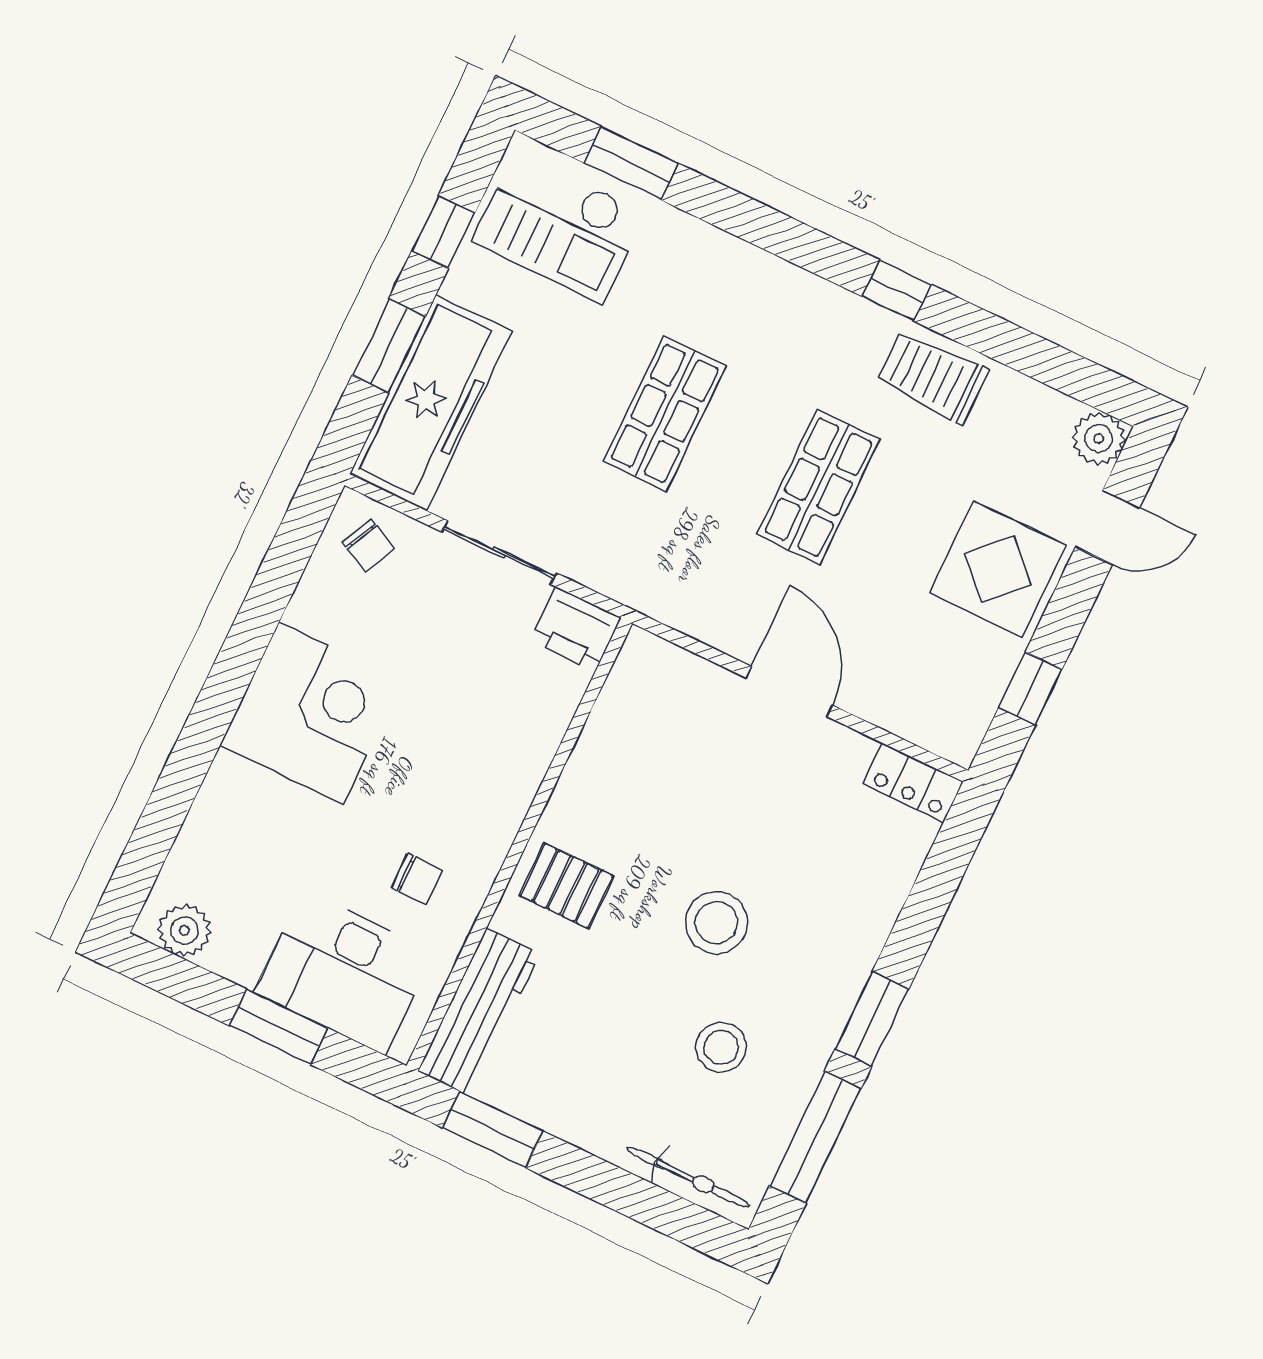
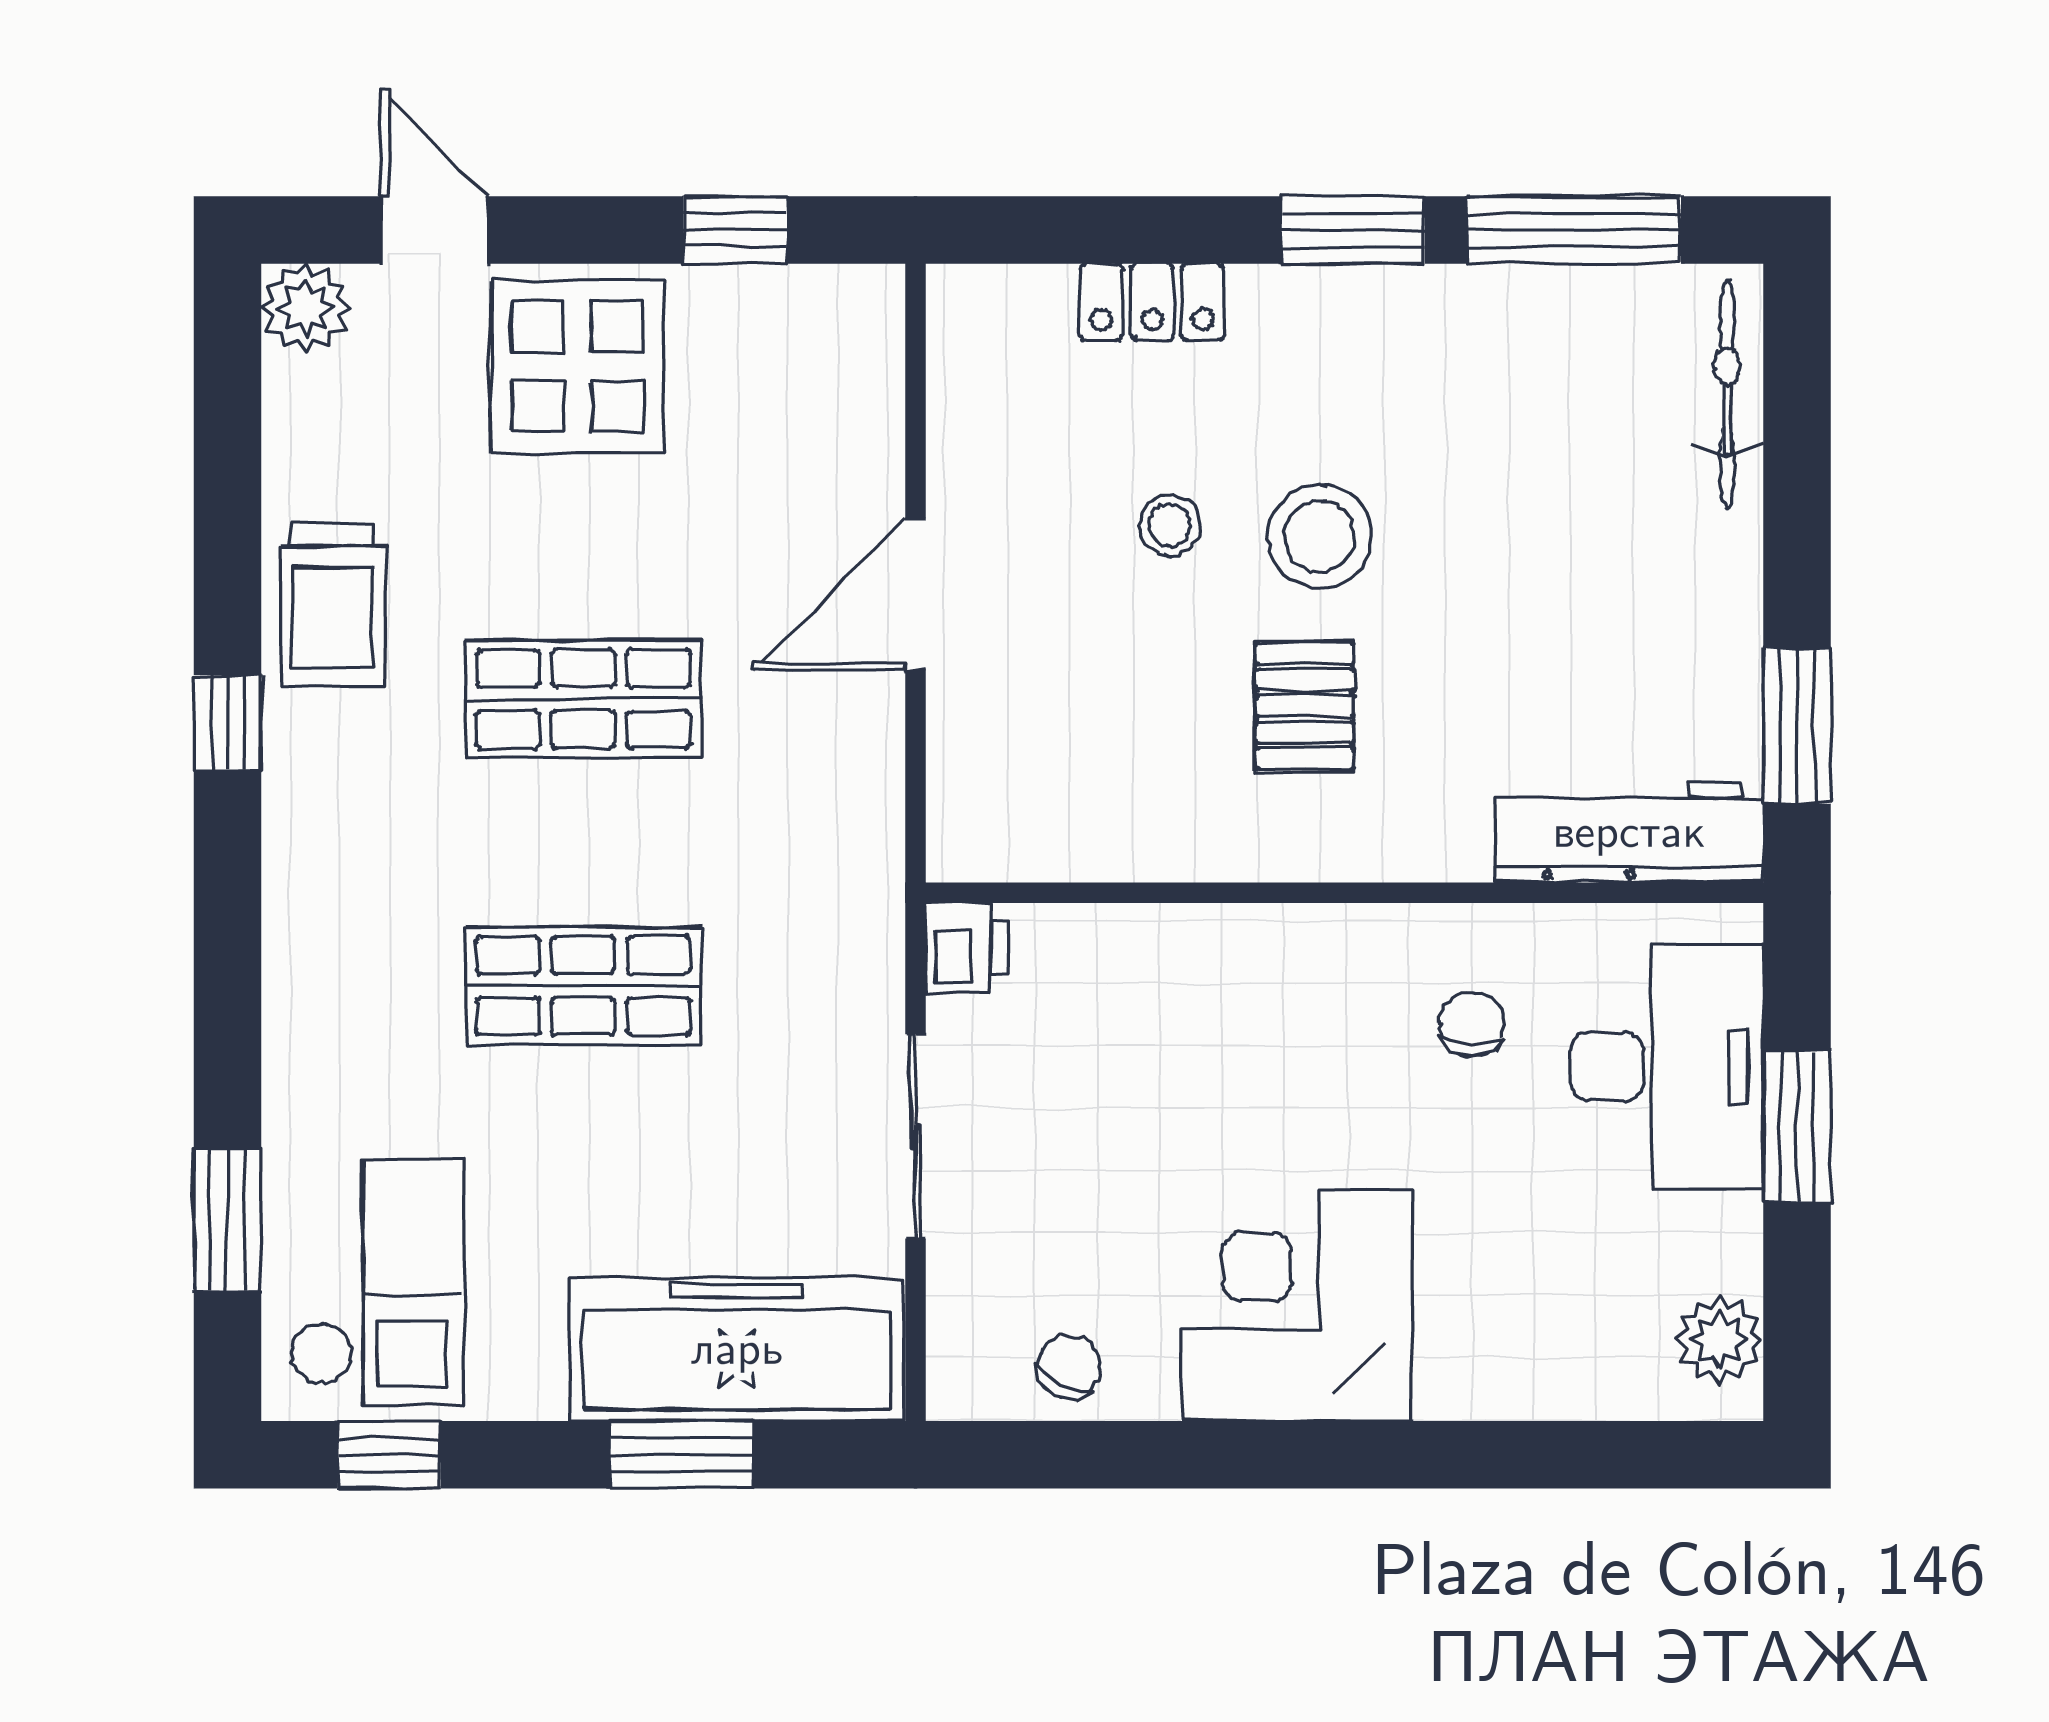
window: (443, 232) -> (389, 1455), moved
chair: (368, 545) -> (1069, 1367), moved
printer: (576, 629) -> (967, 948), width x0.73, depth x0.81
locker: (913, 783) -> (1152, 302), moved, turned 90
pallet: (566, 886) -> (1305, 706), moved
stool: (721, 1047) -> (1170, 525), moved, width x0.73, depth x0.73

